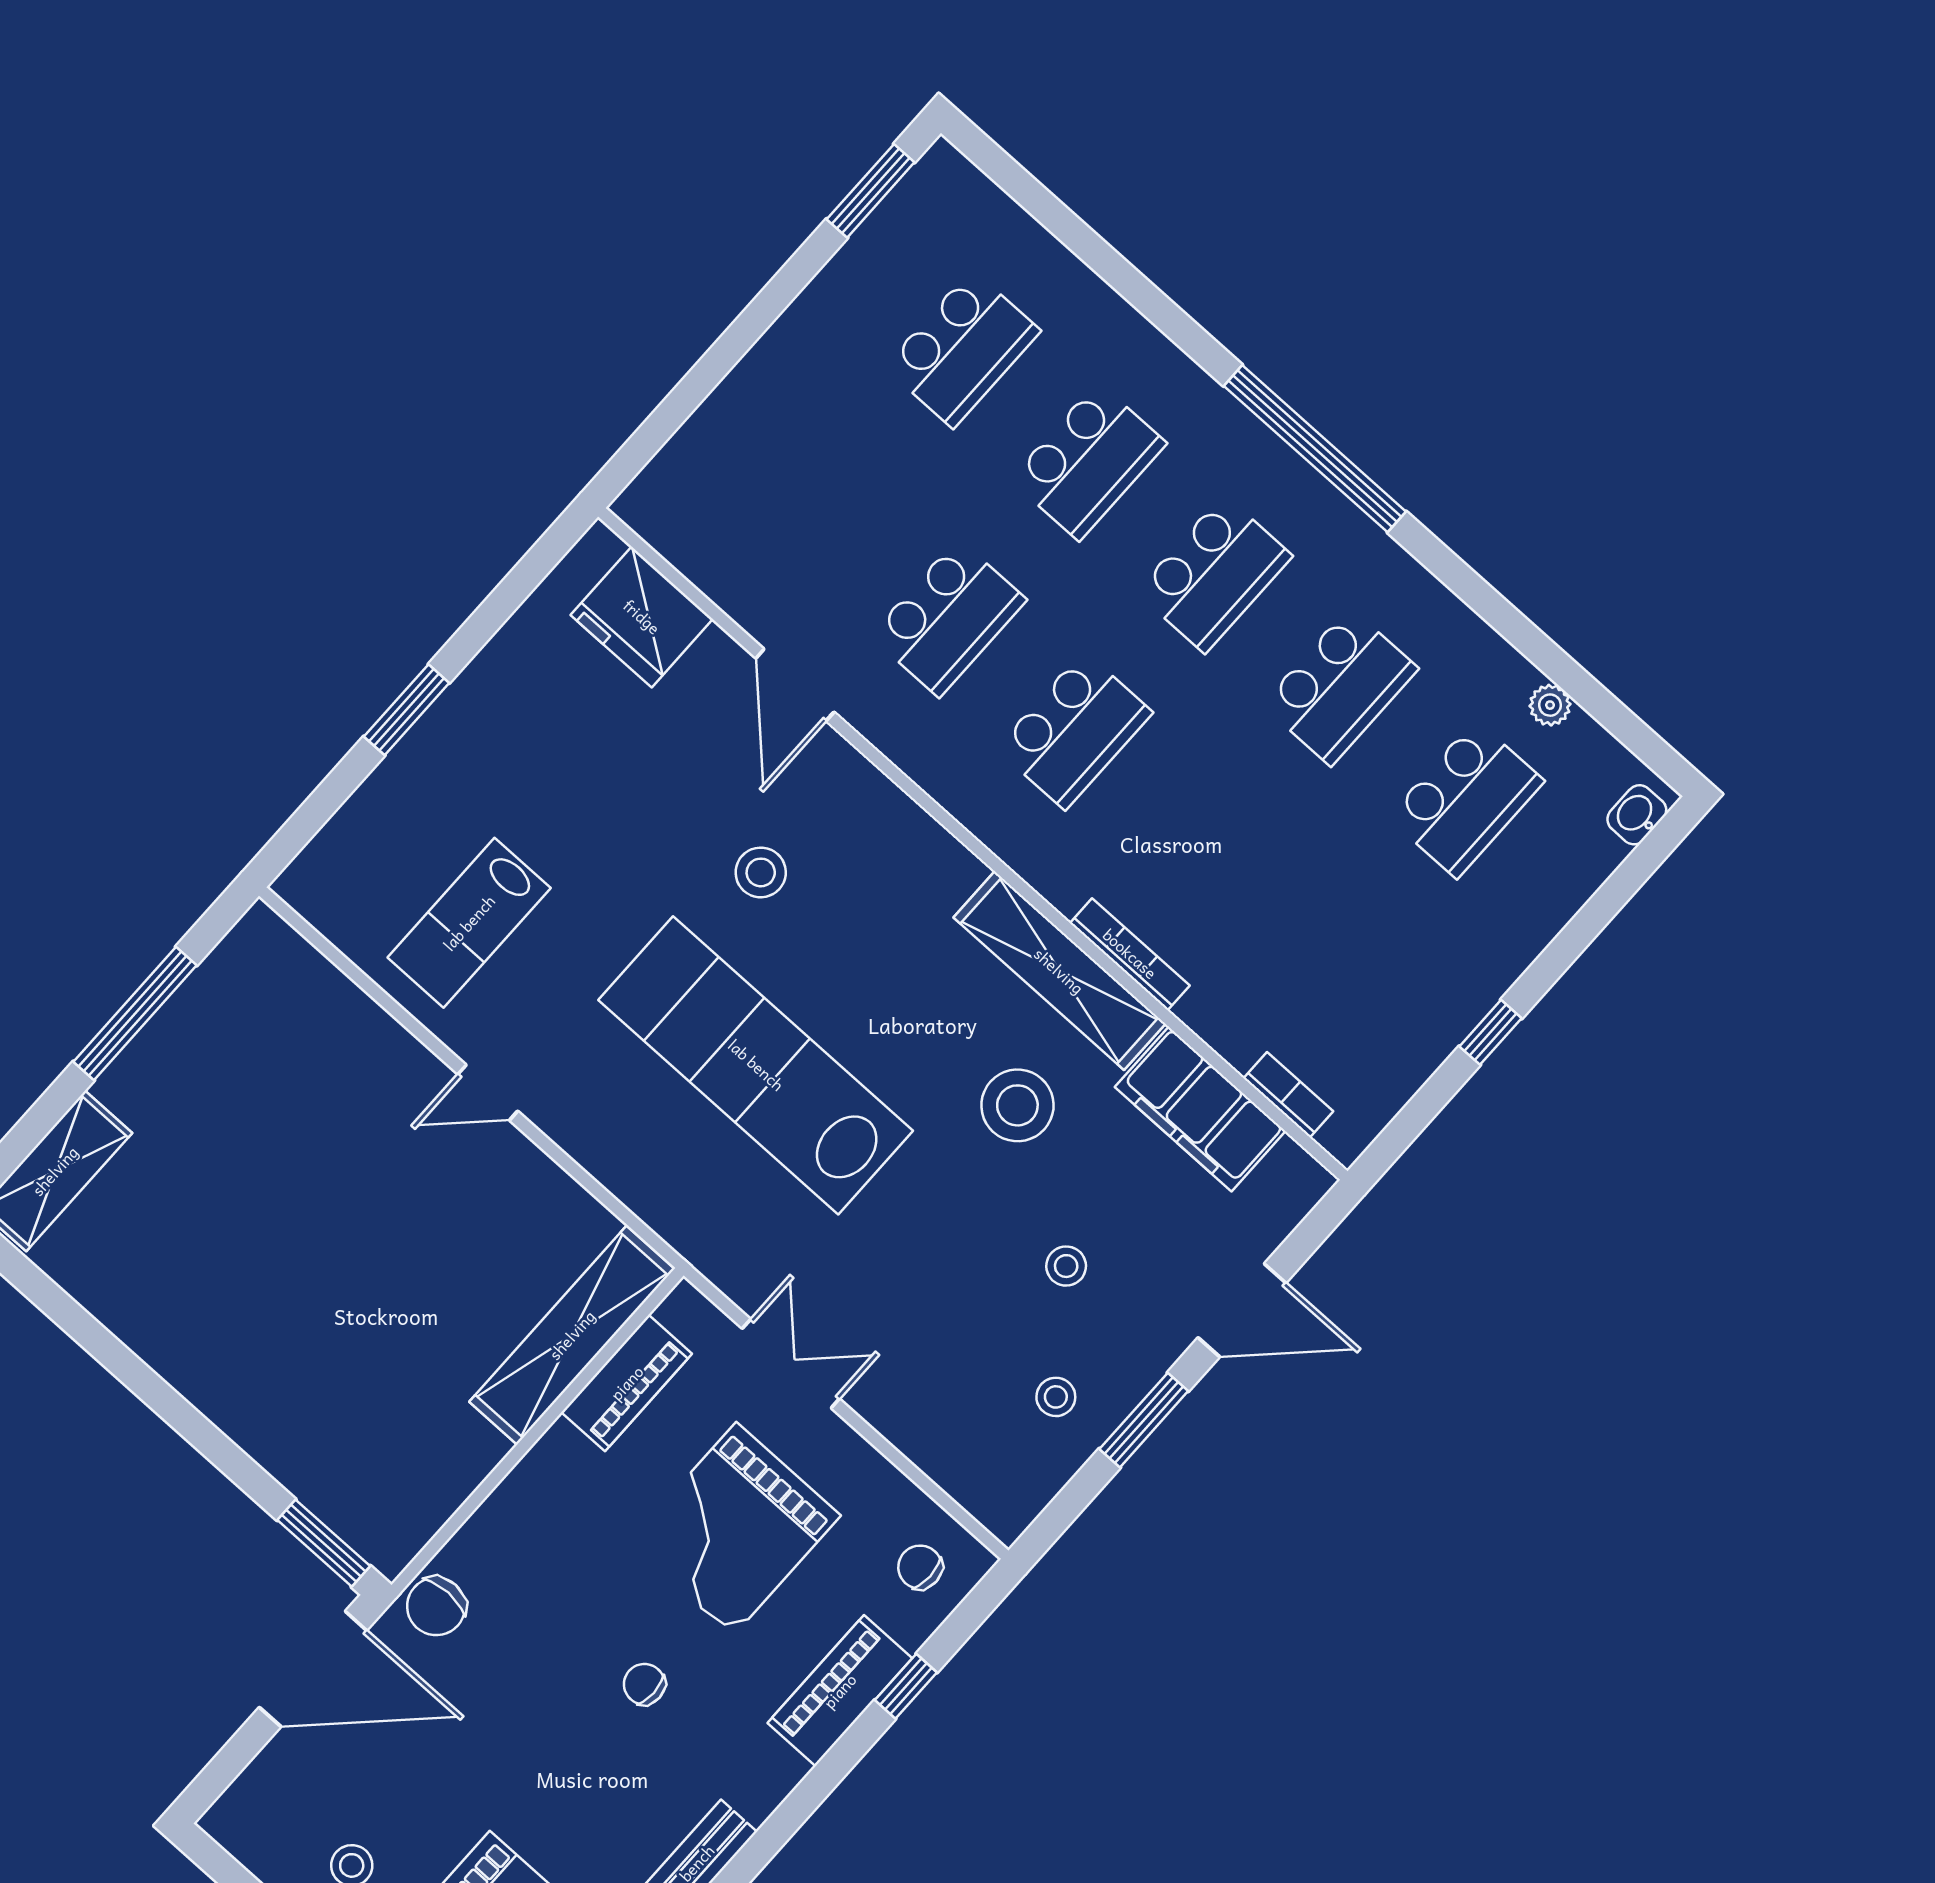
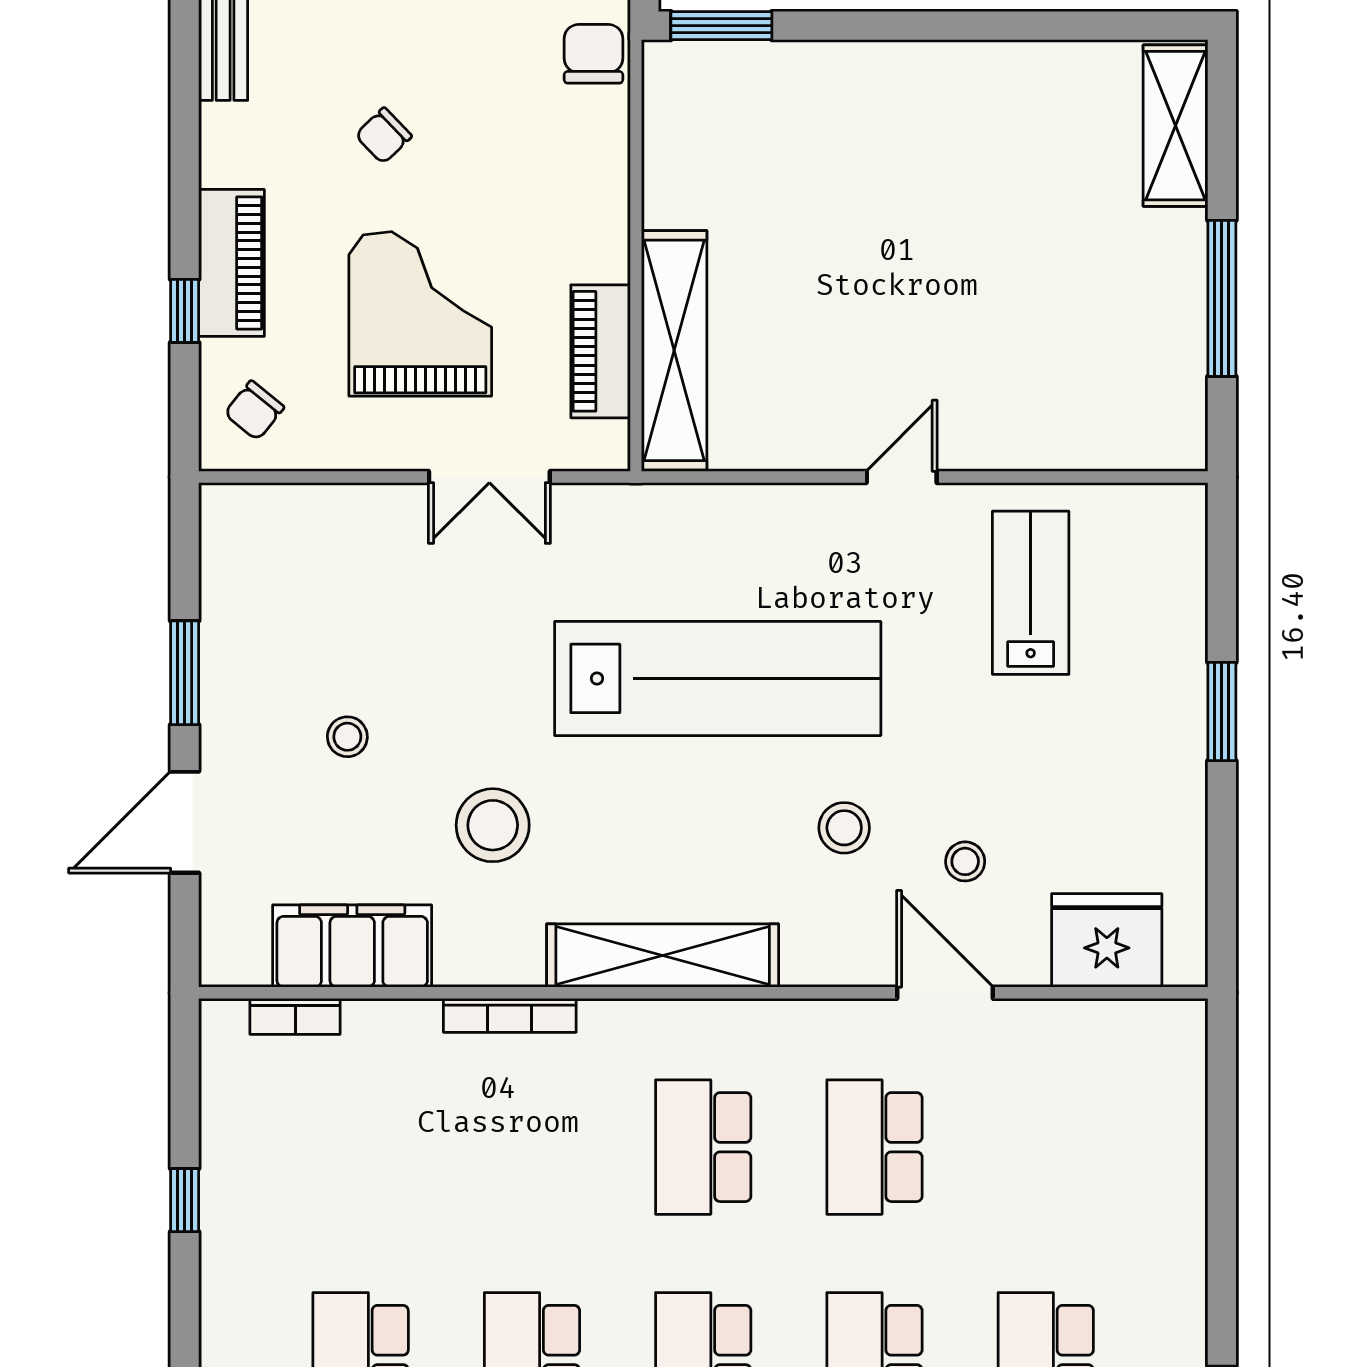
shelving: (1059, 971) -> (663, 956), moved
stool: (1056, 1397) -> (965, 861), moved
chair: (920, 1567) -> (254, 410), turned 129
chair: (644, 1684) -> (384, 136), turned 136

